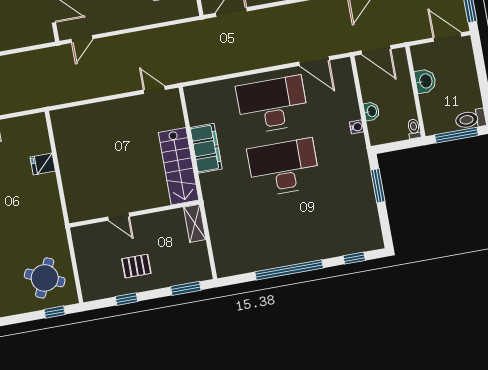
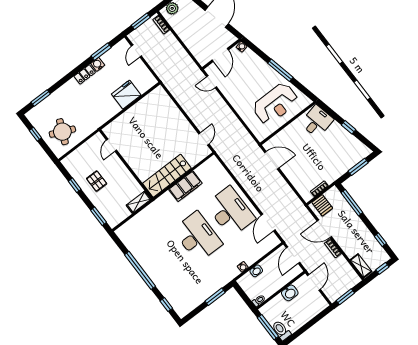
door: (447, 37) -> (314, 282), moved
fridge: (43, 164) -> (126, 95), width x1.88, depth x1.34
door: (119, 217) -> (111, 145), moved
window: (55, 312) -> (35, 134), moved

